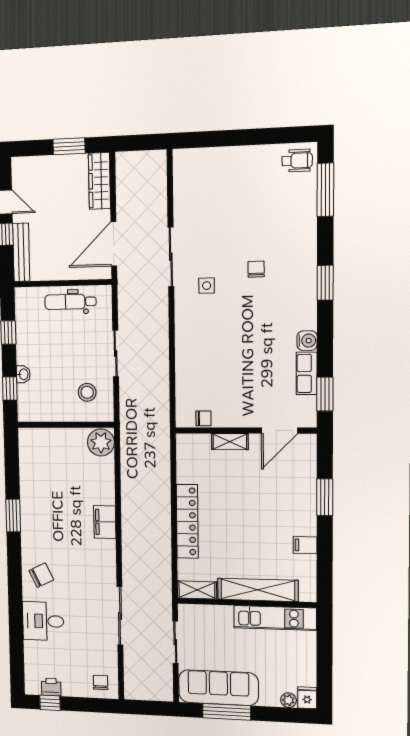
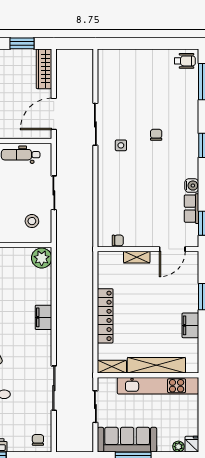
filing cabinet: (305, 545) -> (190, 325), width x2.00
kitchen unit: (275, 618) -> (158, 386), width x1.36

